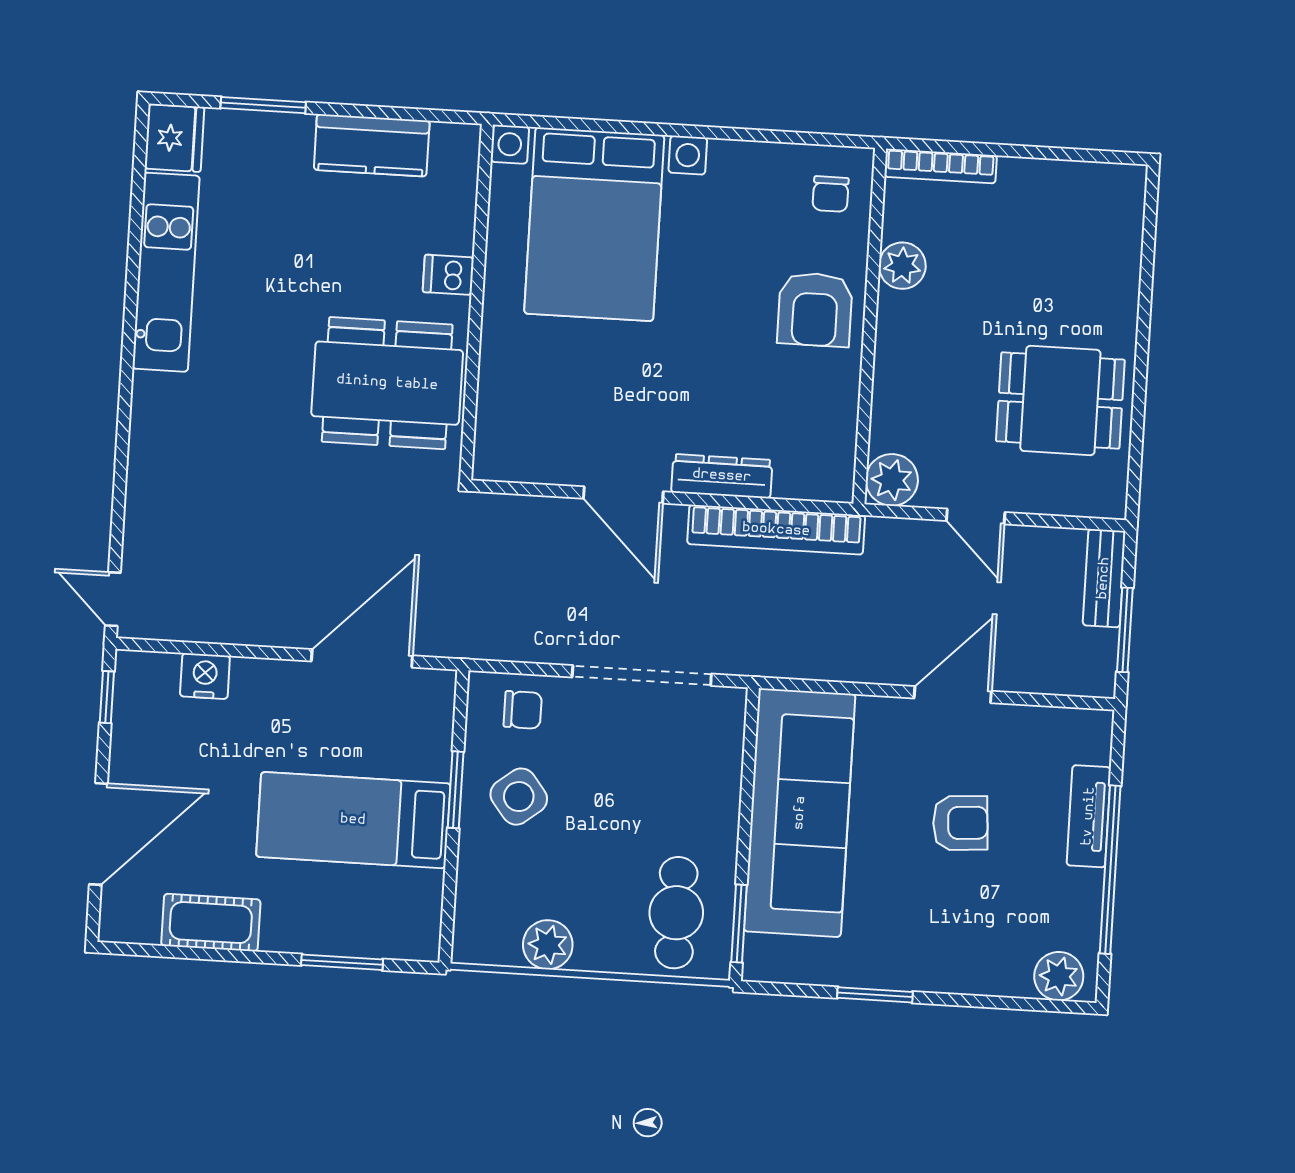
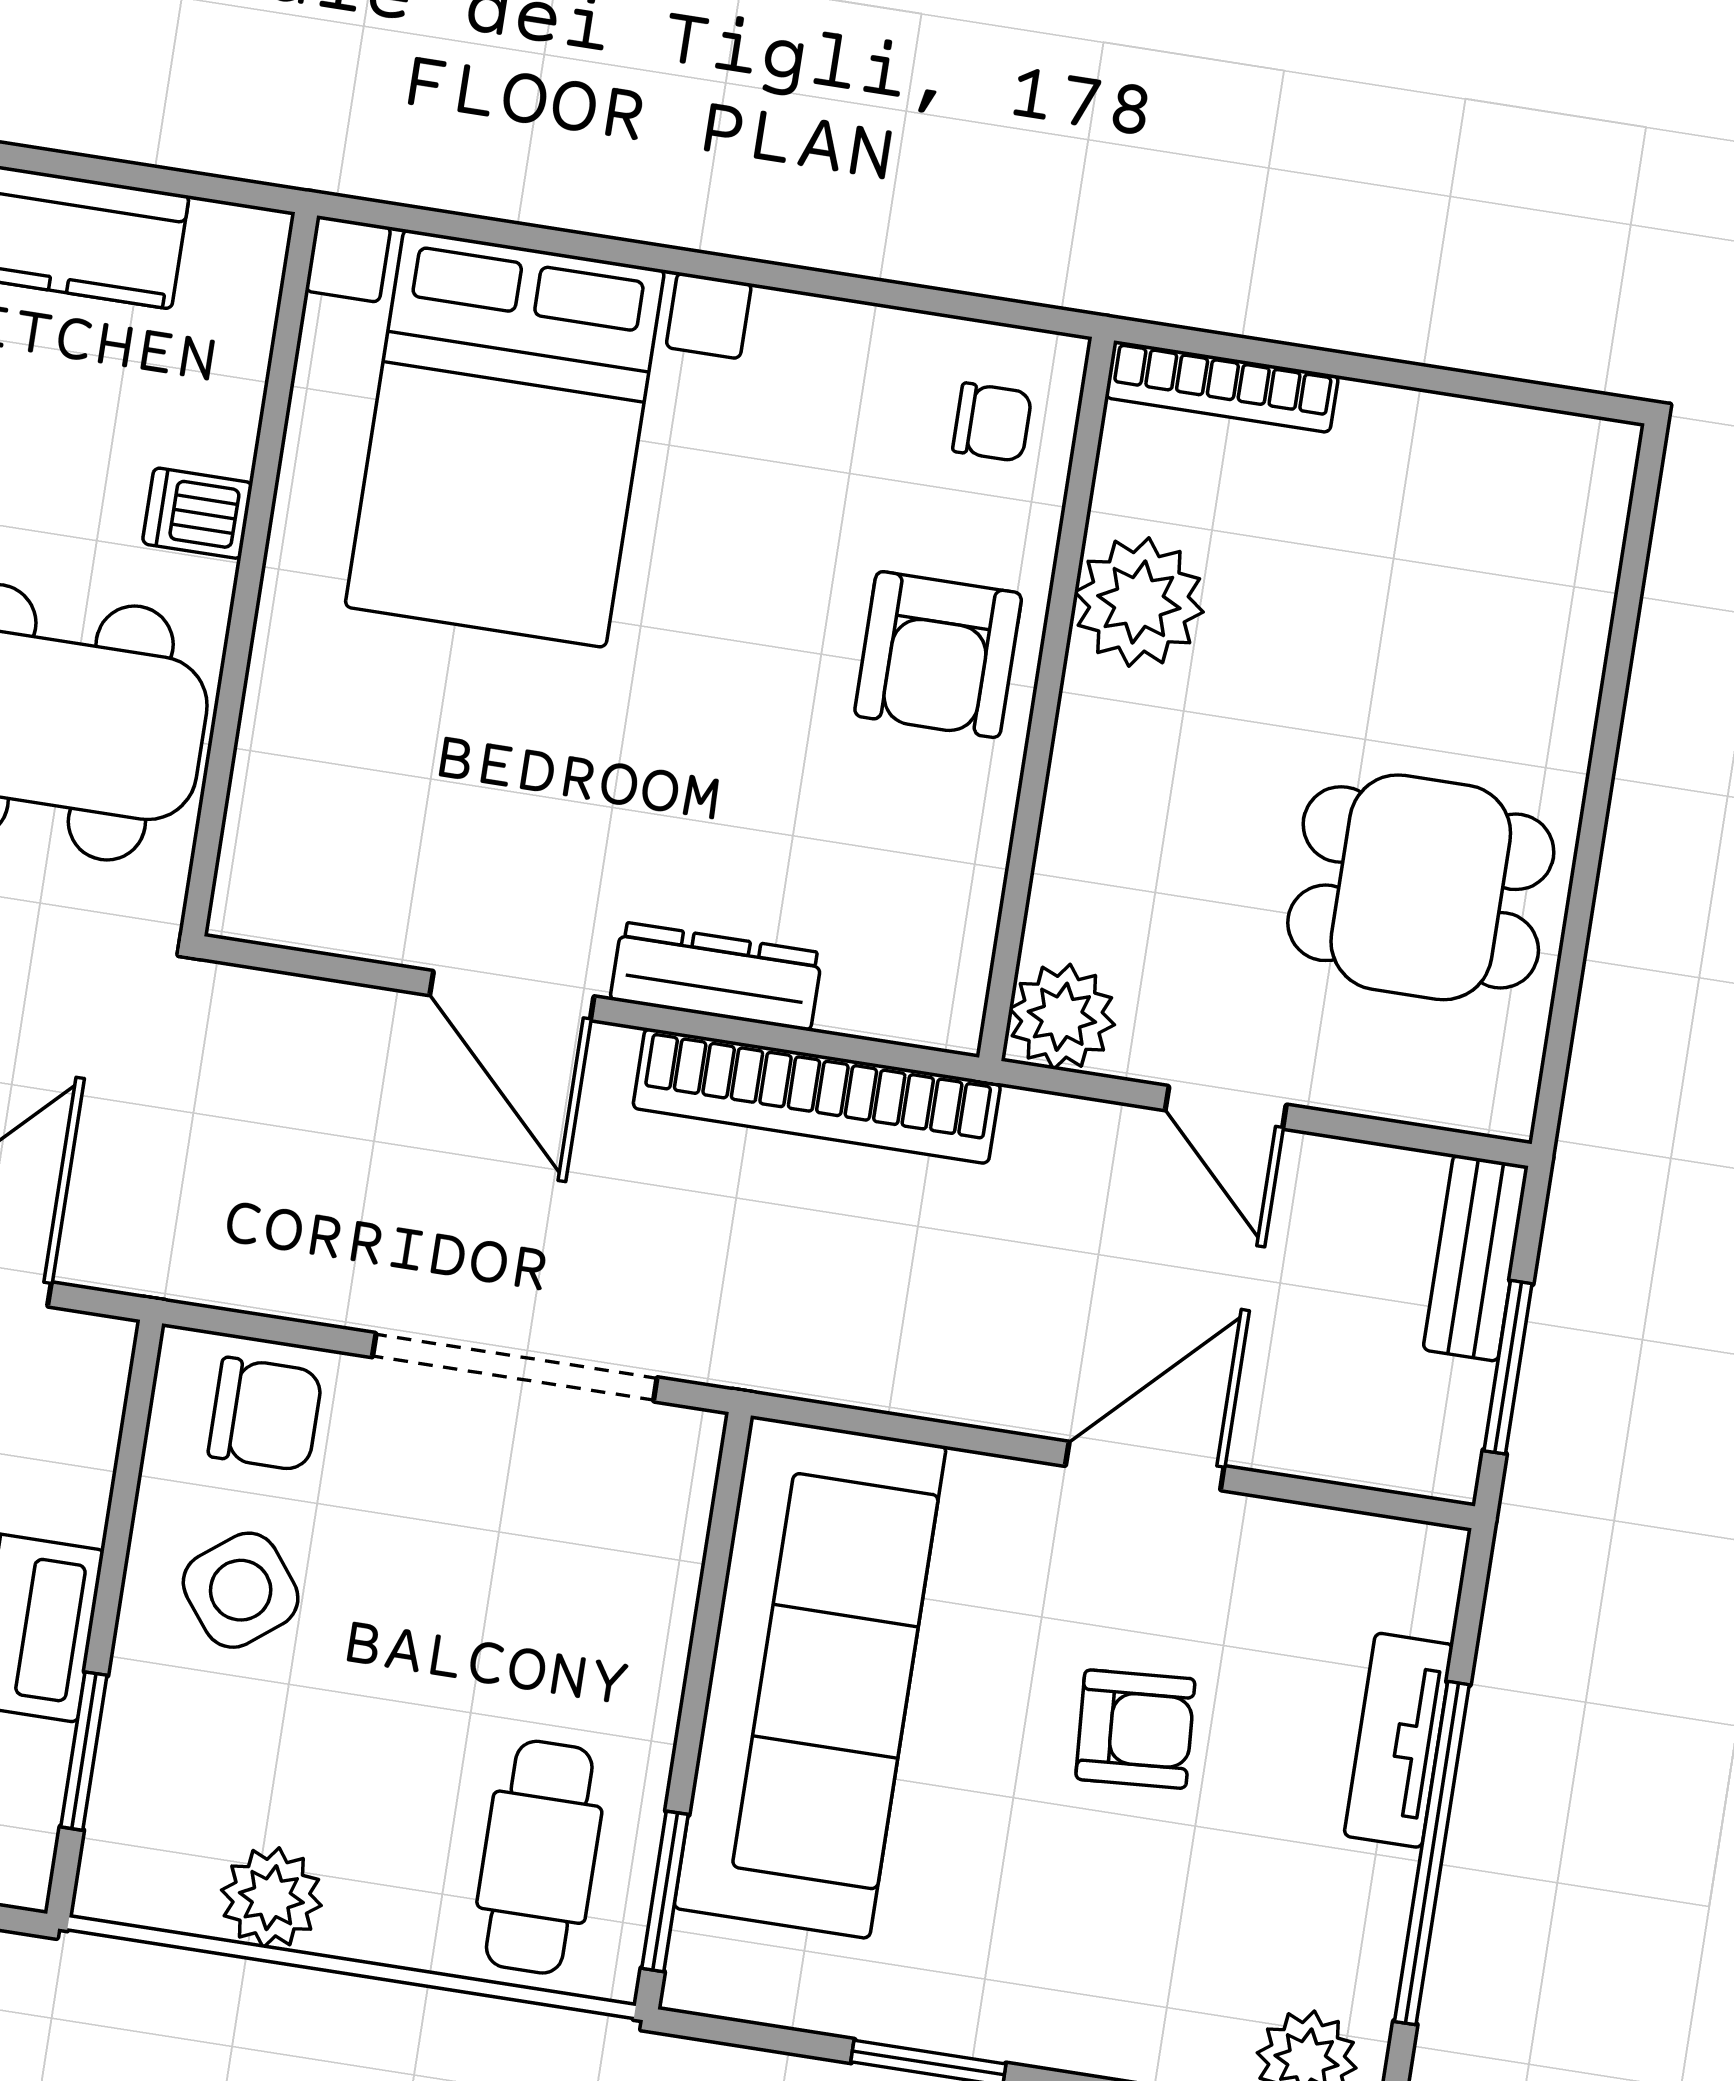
chair: (831, 194) -> (992, 422), turned -90
plant: (902, 266) -> (1139, 602), width x1.36, depth x1.36
chair: (523, 710) -> (265, 1414), width x1.37, depth x1.37
window: (456, 790) -> (84, 1751), moved

